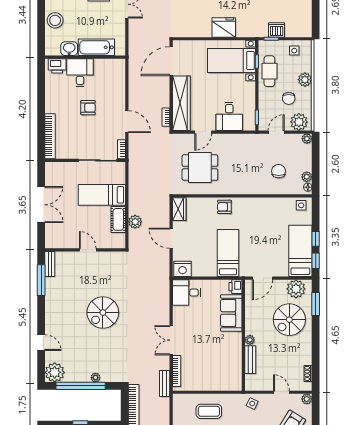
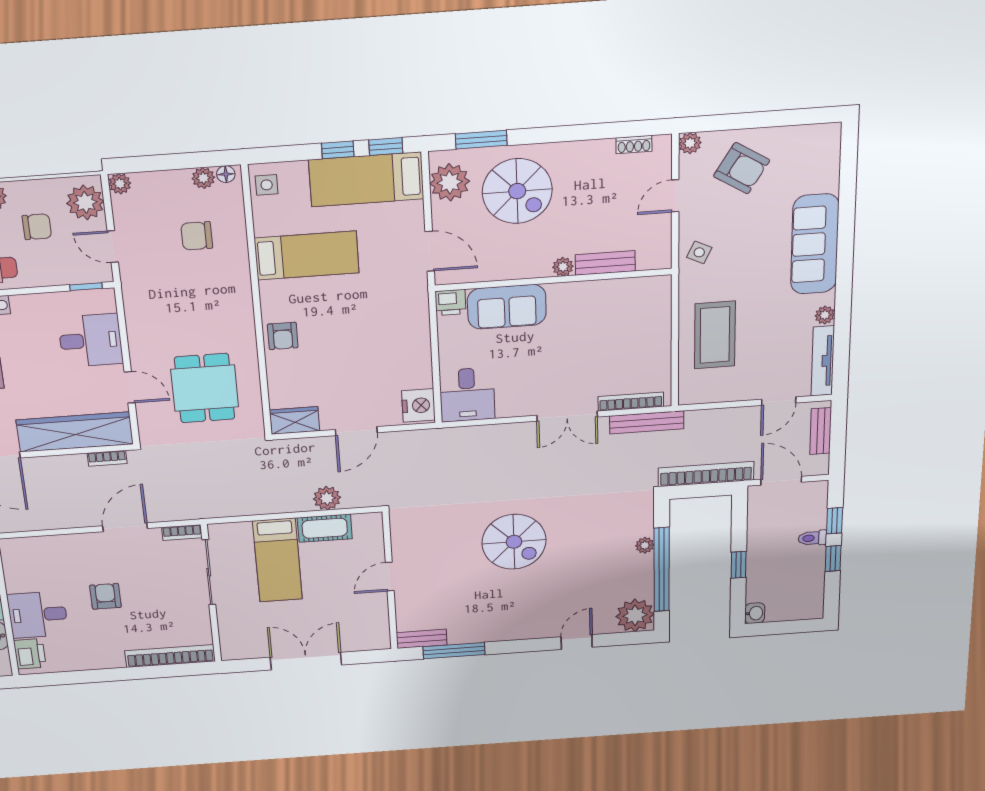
bed: (228, 253) -> (307, 255), moved, turned 180
bench: (165, 383) -> (647, 422), width x1.36
coffee table: (209, 411) -> (715, 335), width x1.36, depth x1.32

